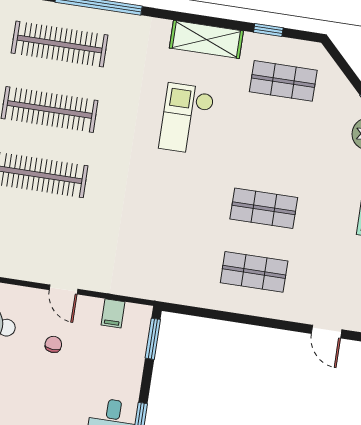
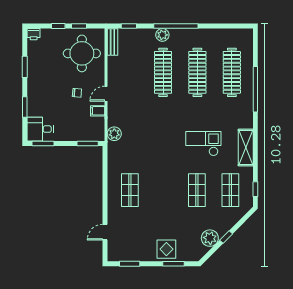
window: (268, 30) -> (255, 189), moved
shop shelf: (264, 208) -> (197, 190), moved
plant: (142, 285) -> (114, 134), added
filing cabinet: (113, 313) -> (98, 111), moved

